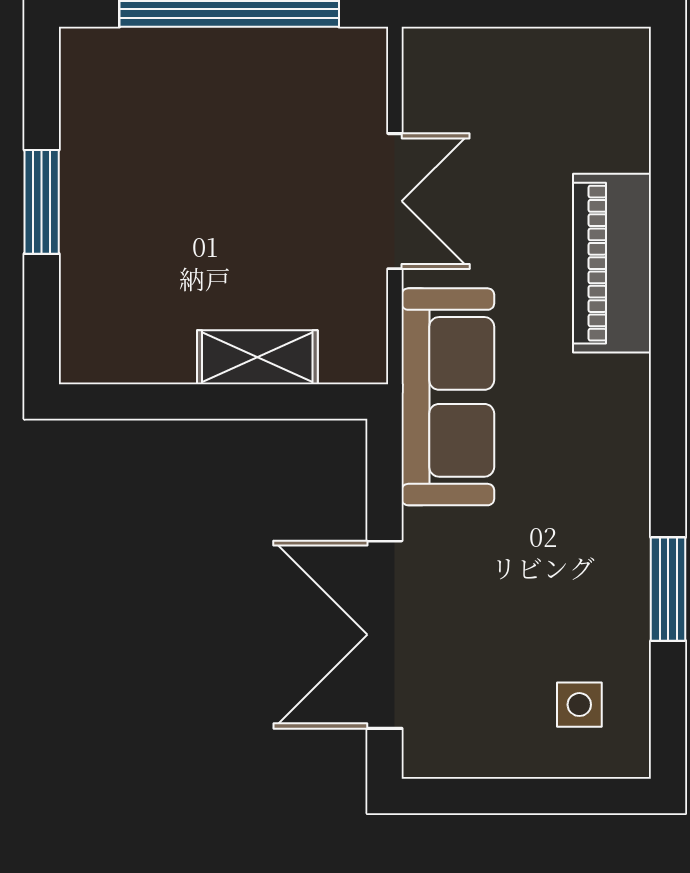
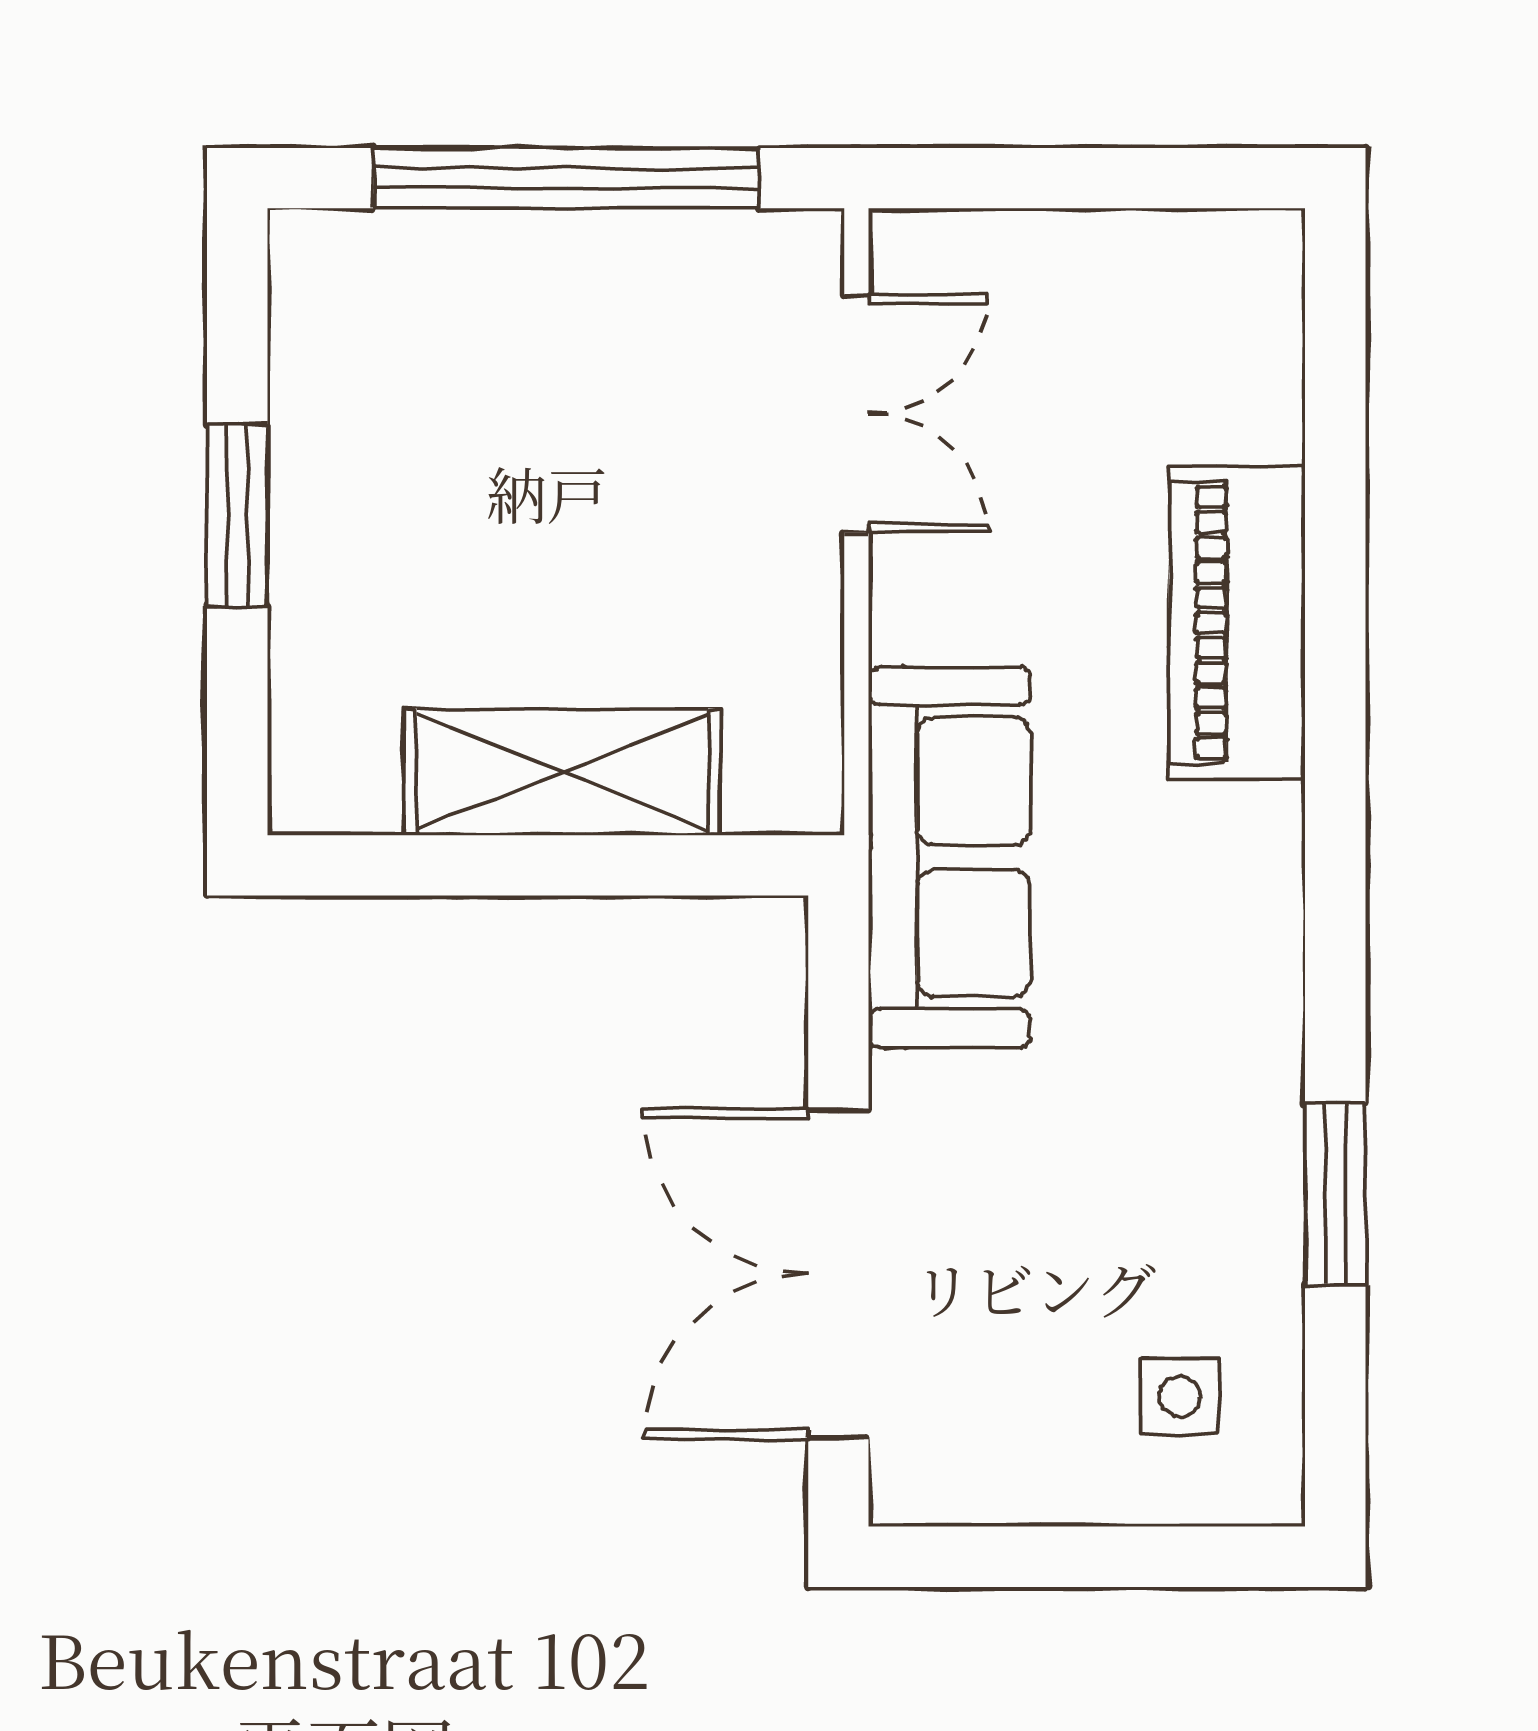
double door: (395, 201) -> (856, 414), moved
shelving: (257, 357) -> (562, 772), width x1.50, depth x1.33

